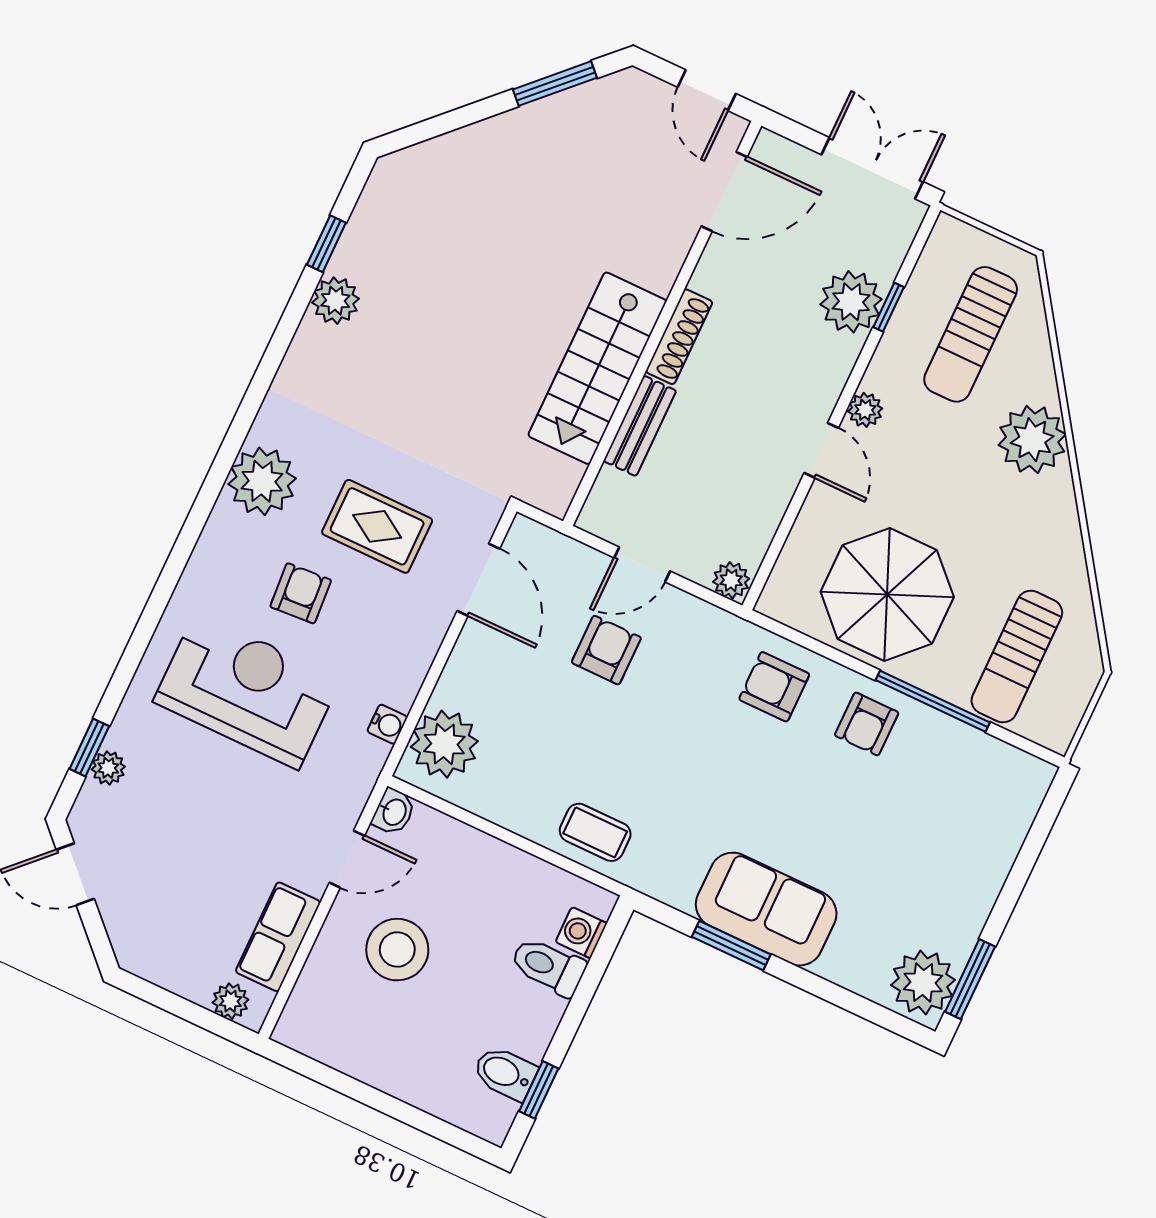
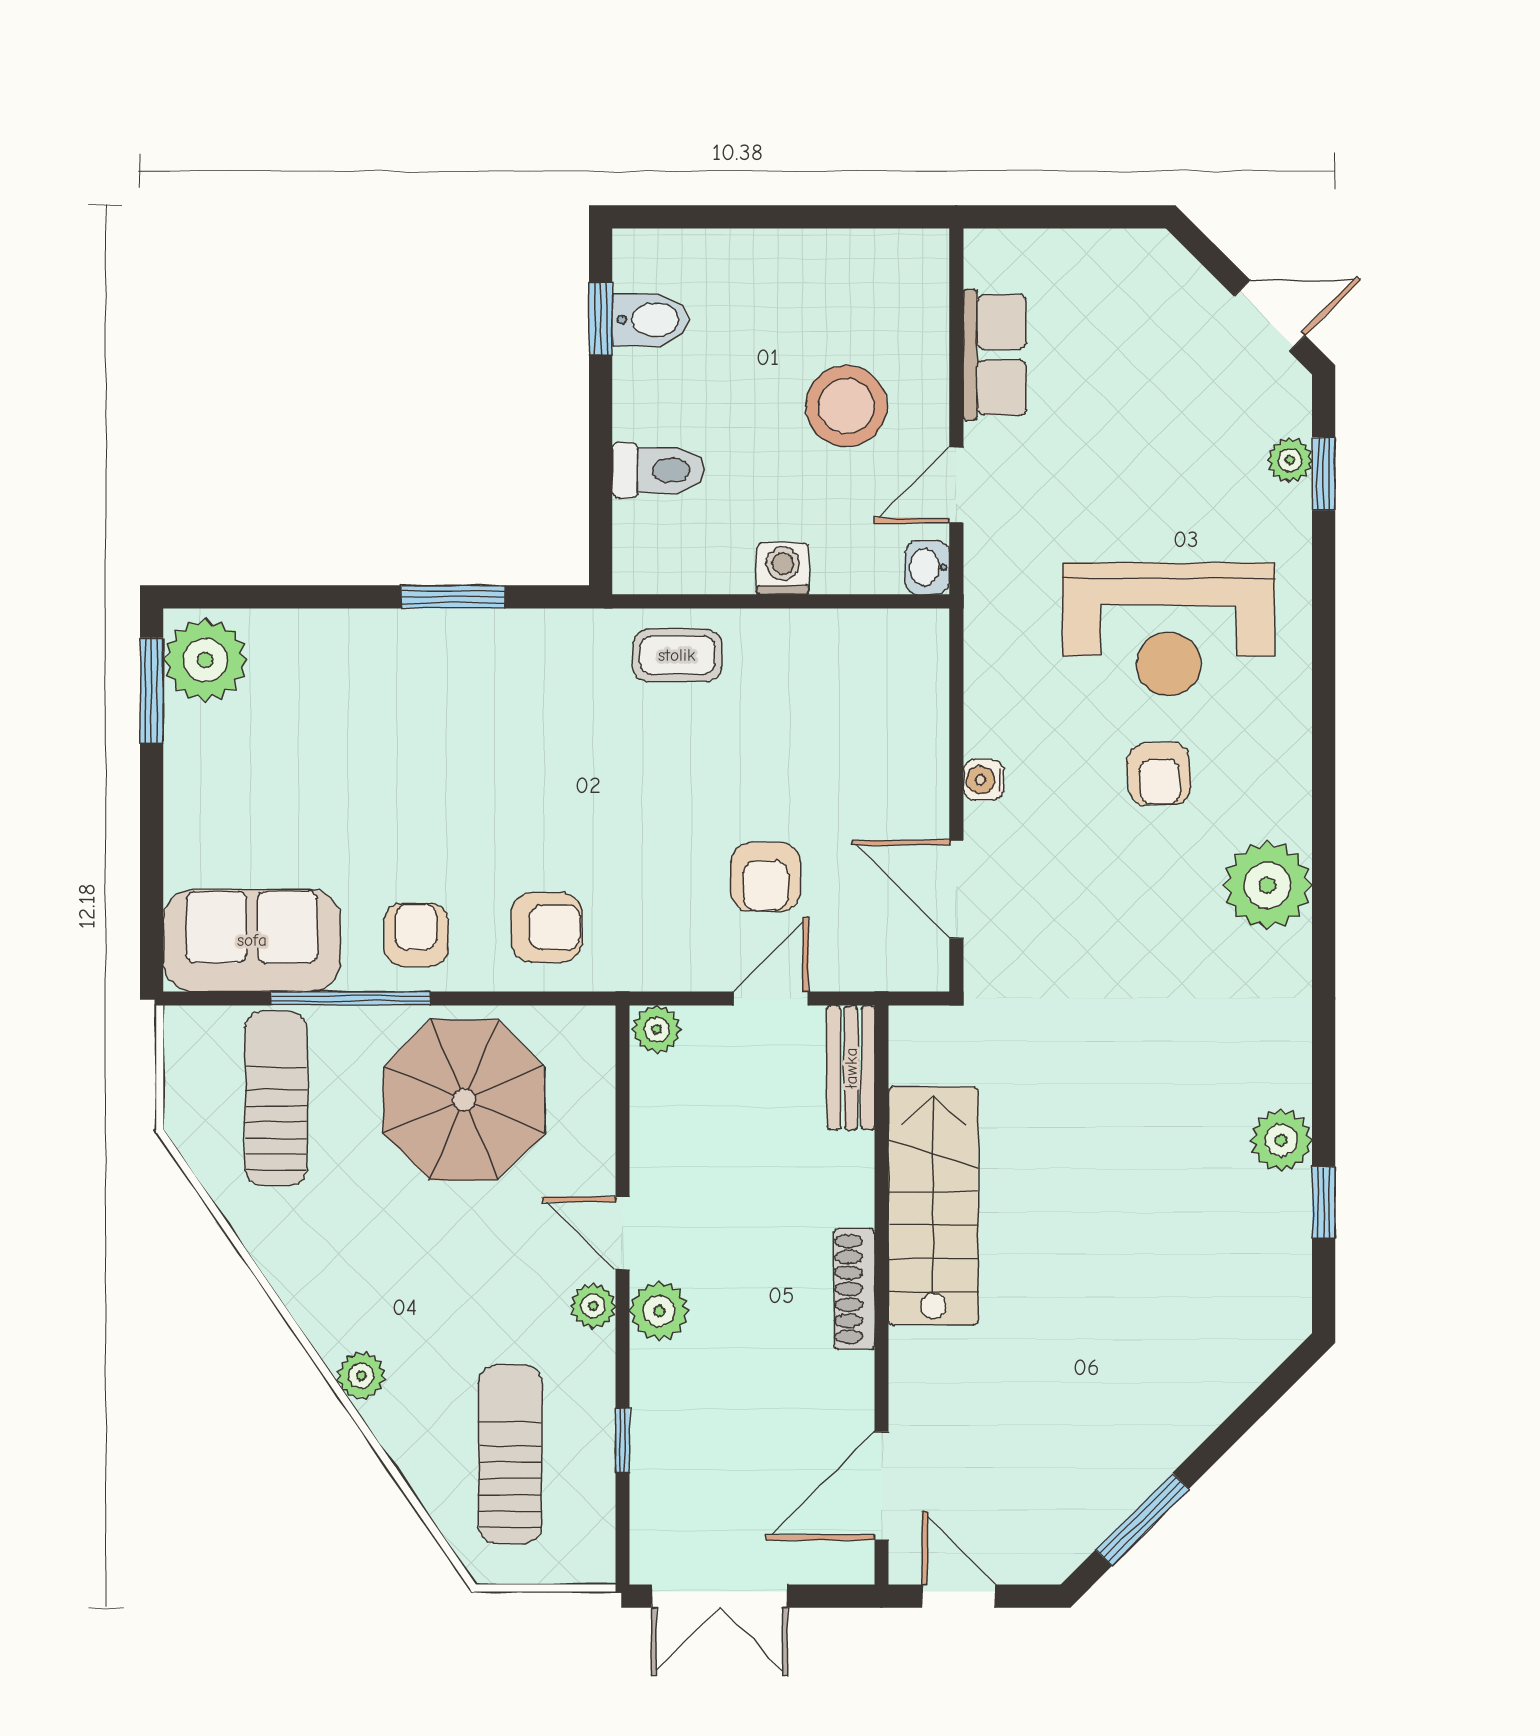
plant: (851, 302) -> (659, 1311), moved, width x0.73, depth x0.73
bench: (640, 426) -> (851, 1068), moved
plant: (1032, 440) -> (361, 1376), width x0.53, depth x0.53
rug: (377, 526) -> (1106, 896), removed
water cooler: (387, 724) -> (984, 780), moved
plant: (444, 744) -> (905, 676), removed
sofa: (766, 909) -> (252, 940), moved, turned 180
washing machine: (581, 933) -> (783, 569), moved, turned -90
plant: (230, 1001) -> (1015, 252), removed

